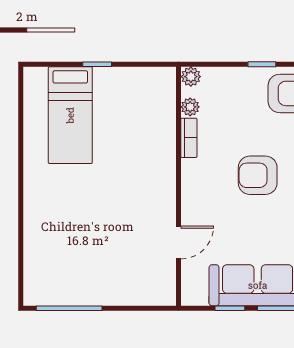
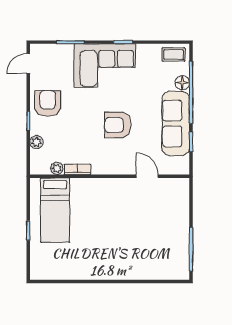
plant: (191, 77) -> (36, 142), moved
bed: (70, 115) -> (55, 210), moved, turned 90
armchair: (258, 175) -> (118, 125), moved, turned 90

